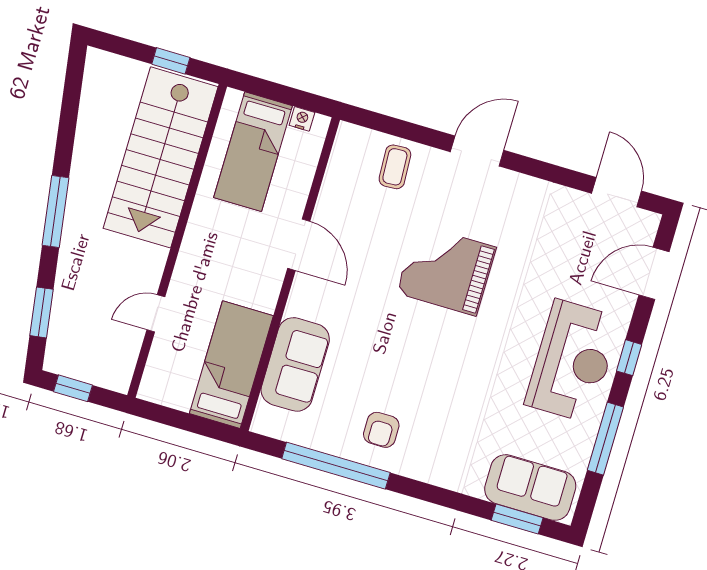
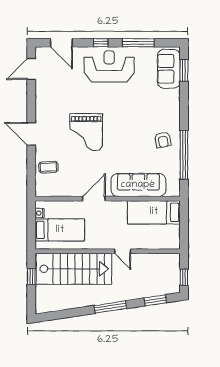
door: (156, 313) -> (123, 251), moved
sofa: (295, 364) -> (138, 185), width x1.36
armchair: (381, 430) -> (163, 140), turned 79

